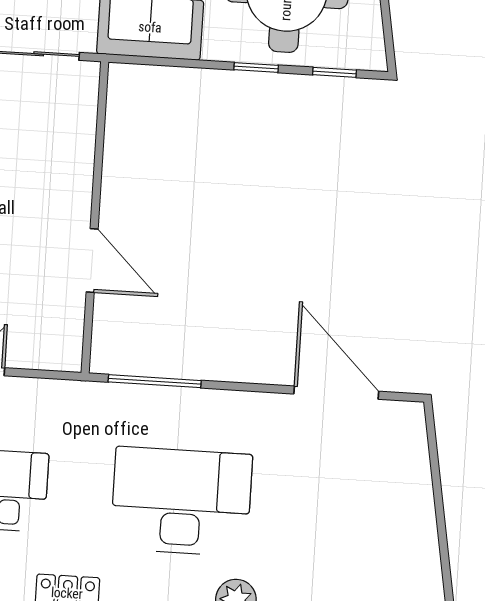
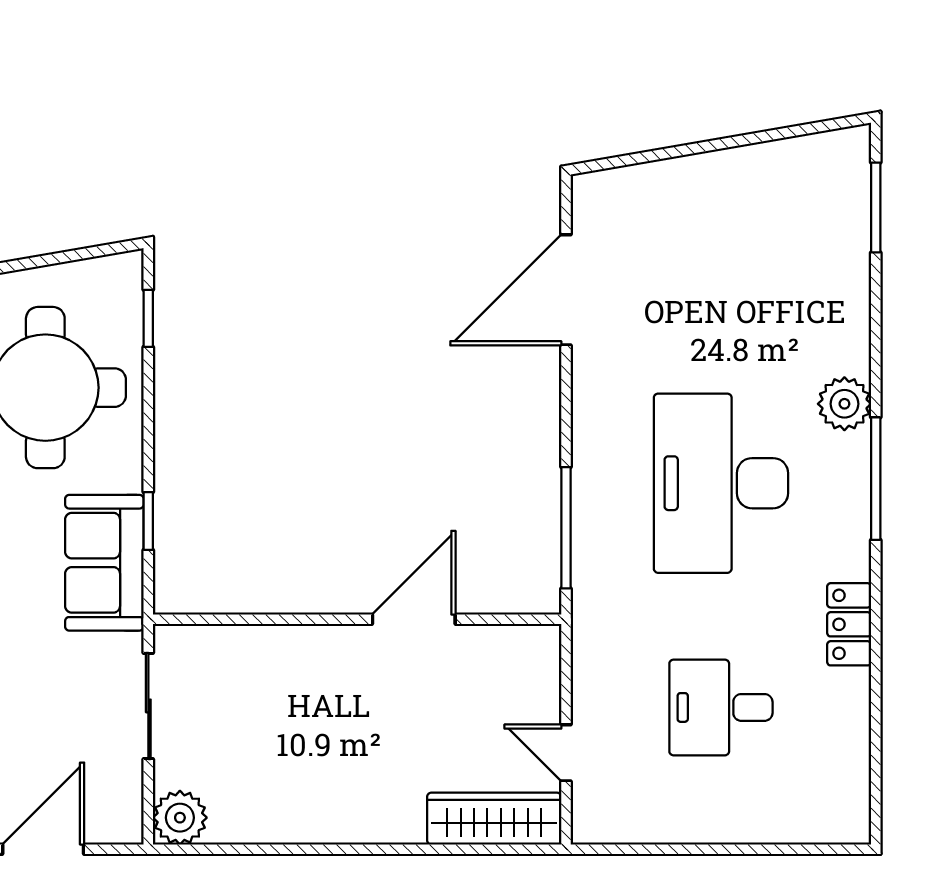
window: (256, 67) -> (148, 521), moved

